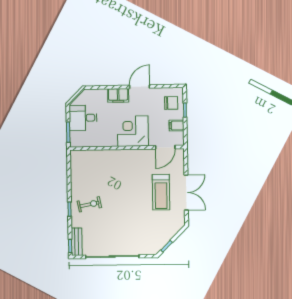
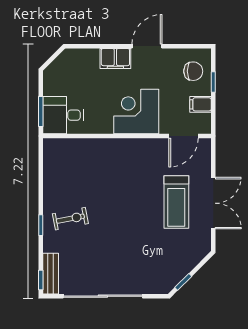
desk: (83, 118) -> (63, 115), moved

